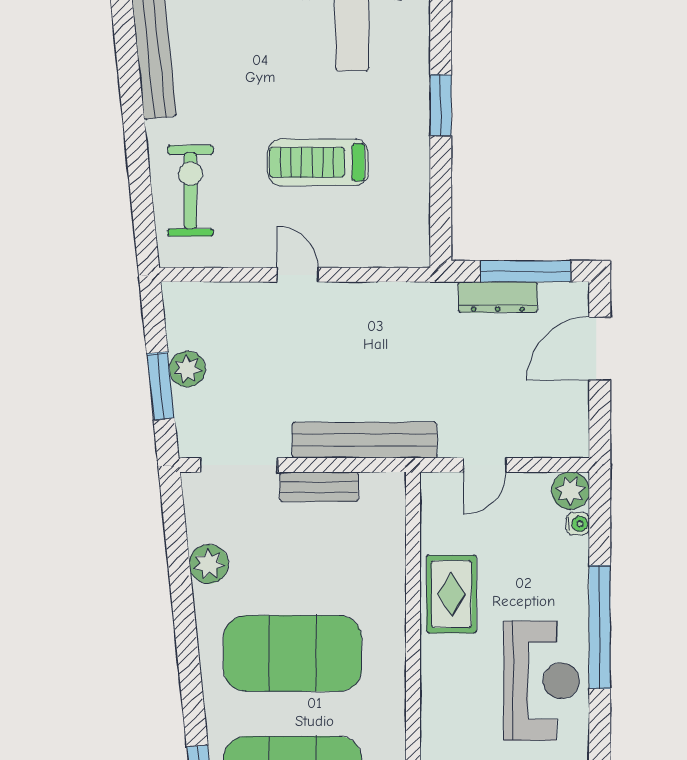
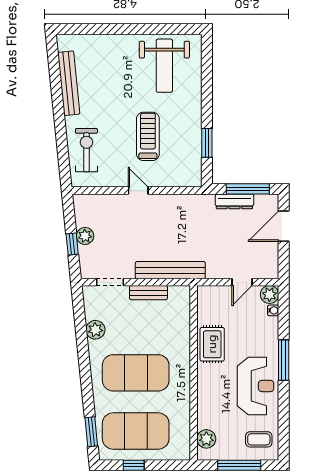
window: (441, 105) -> (207, 143), moved
treadmill: (318, 162) -> (148, 136), turned 90
window: (161, 386) -> (72, 244), width x0.67
doorway: (239, 465) -> (110, 282), width x0.73
door: (485, 465) -> (242, 282), moved
window: (600, 627) -> (284, 360), width x0.68

